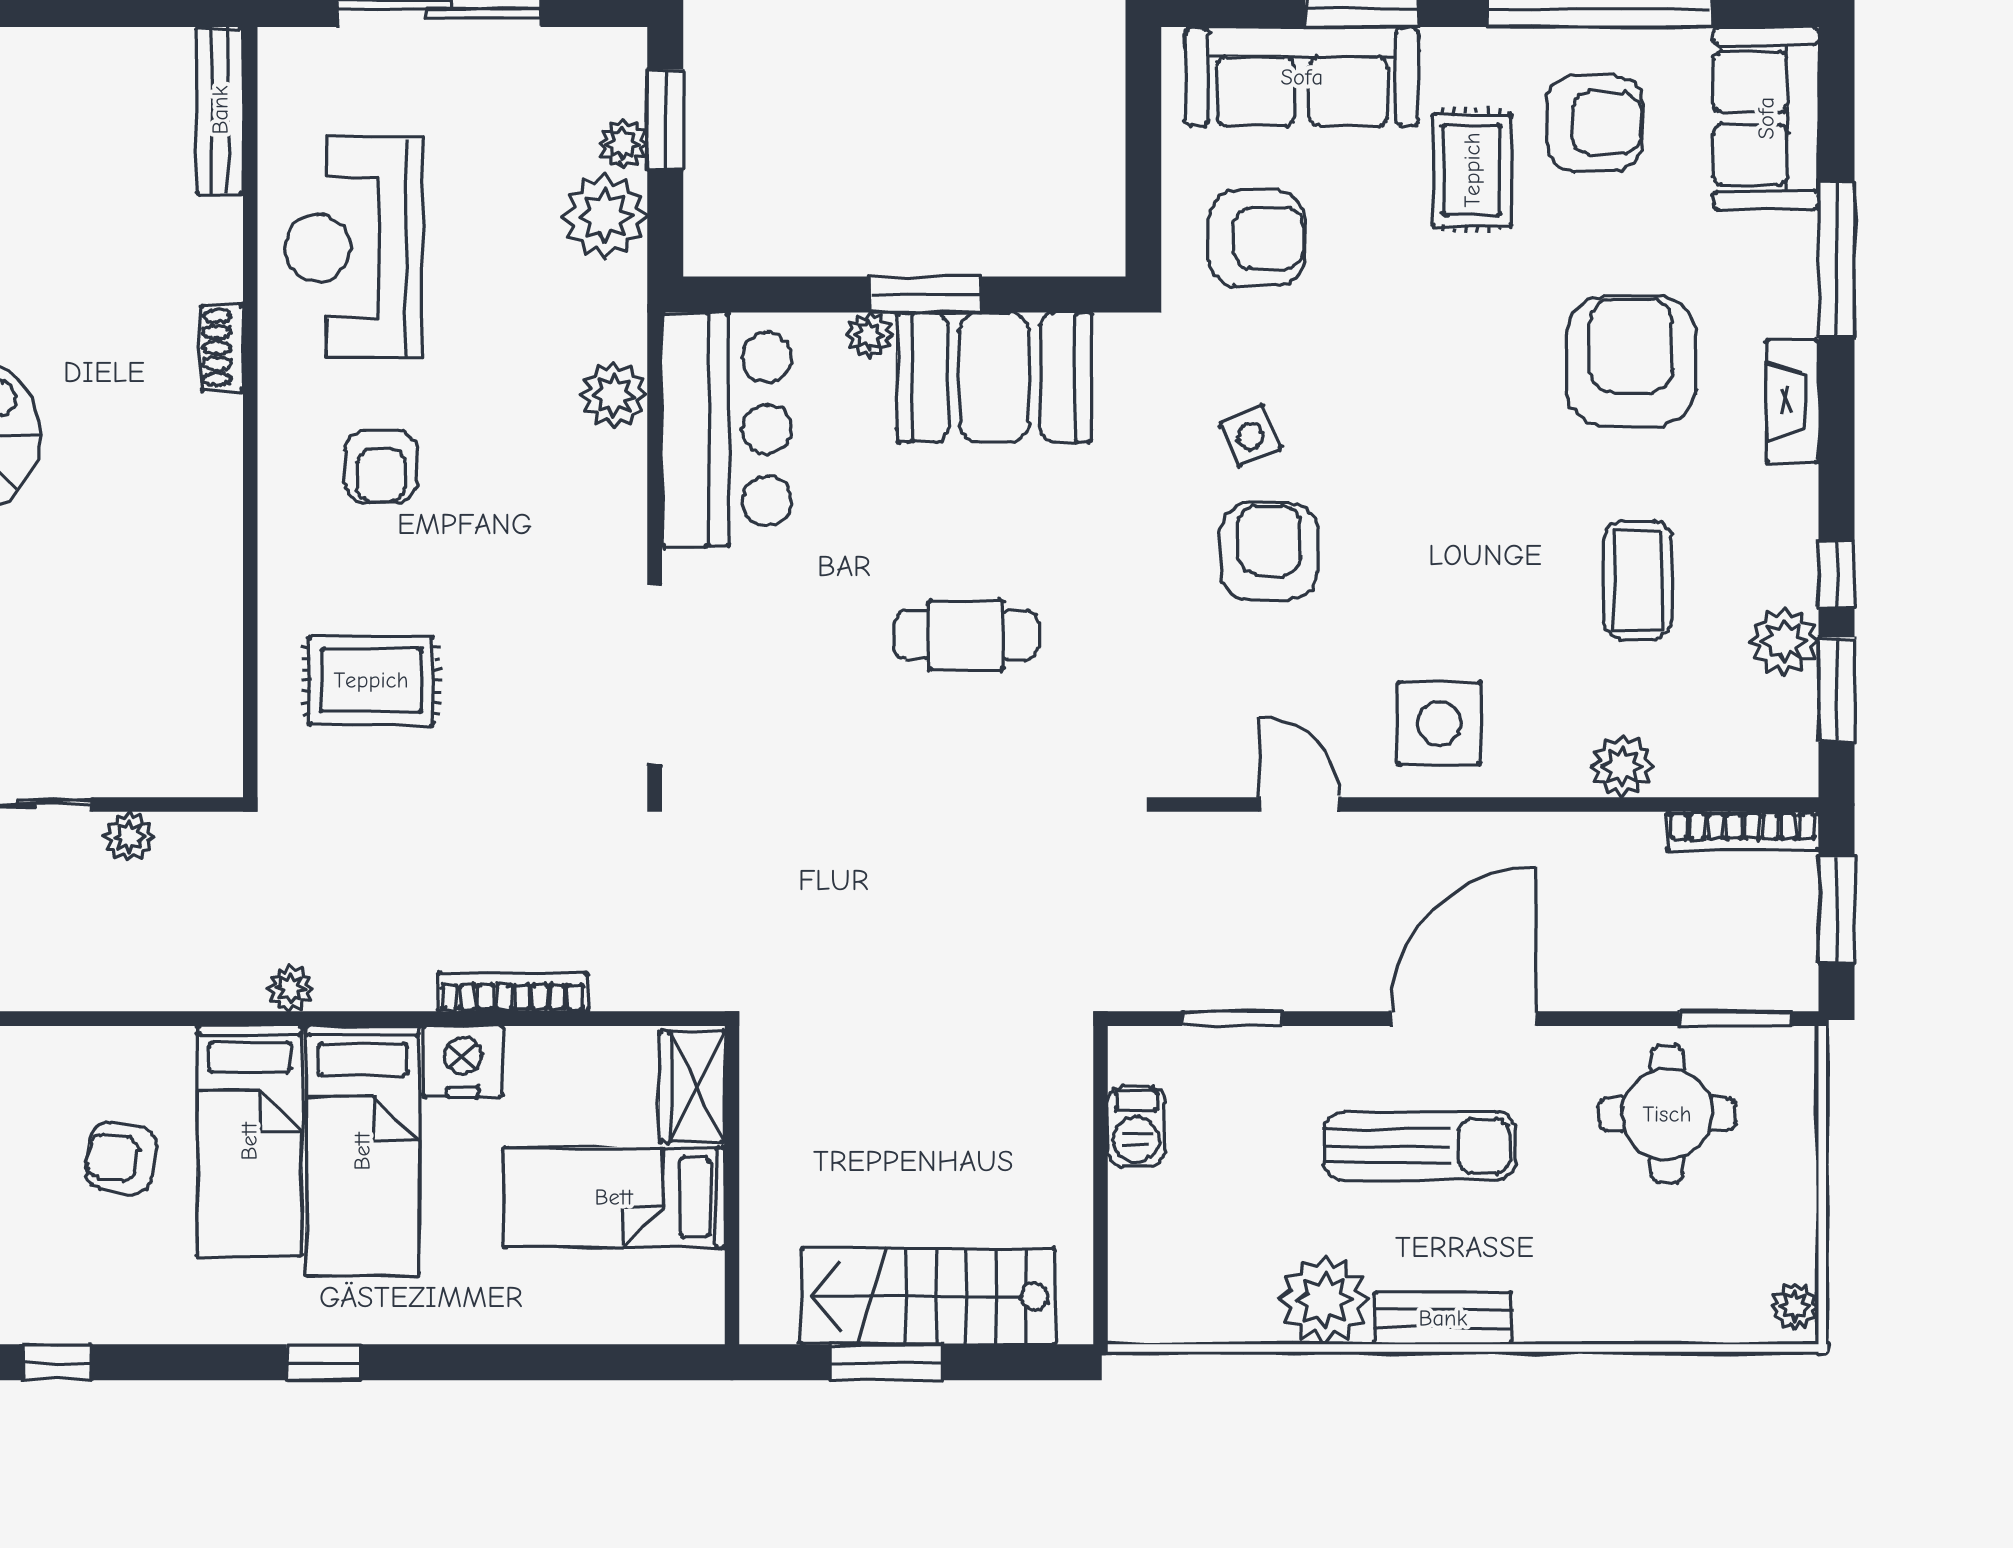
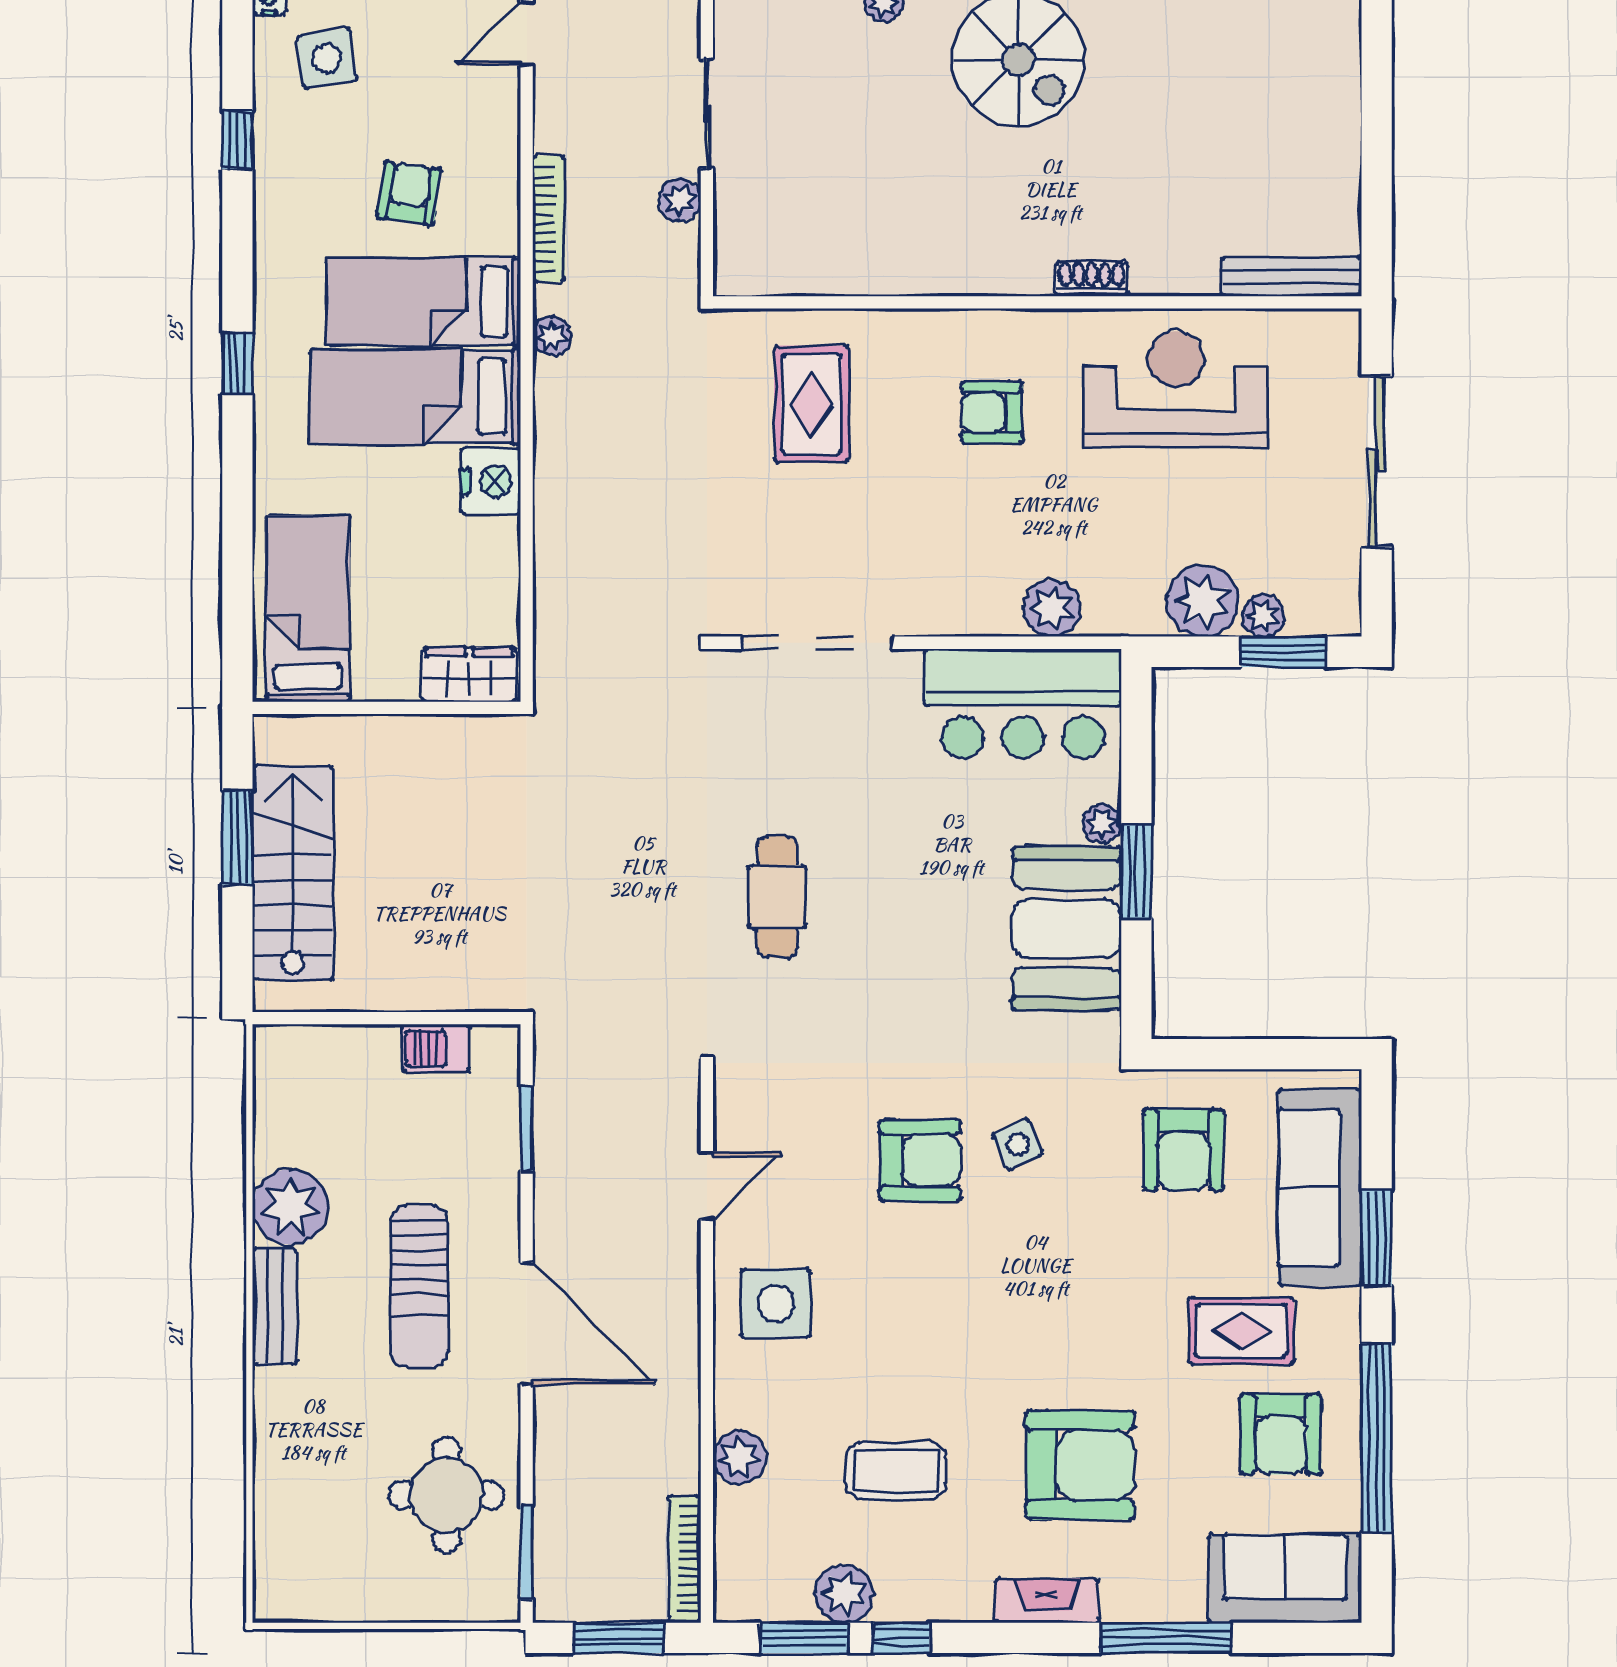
cafe table: (966, 635) -> (777, 897), moved
bookcase: (513, 992) -> (549, 219), moved
bed: (614, 1197) -> (308, 609), moved
plant: (1795, 1306) -> (285, 1603), removed

